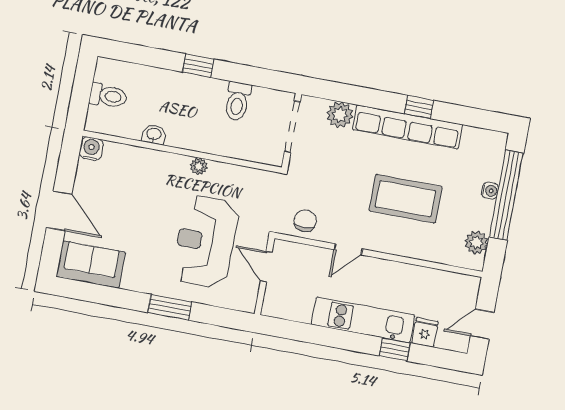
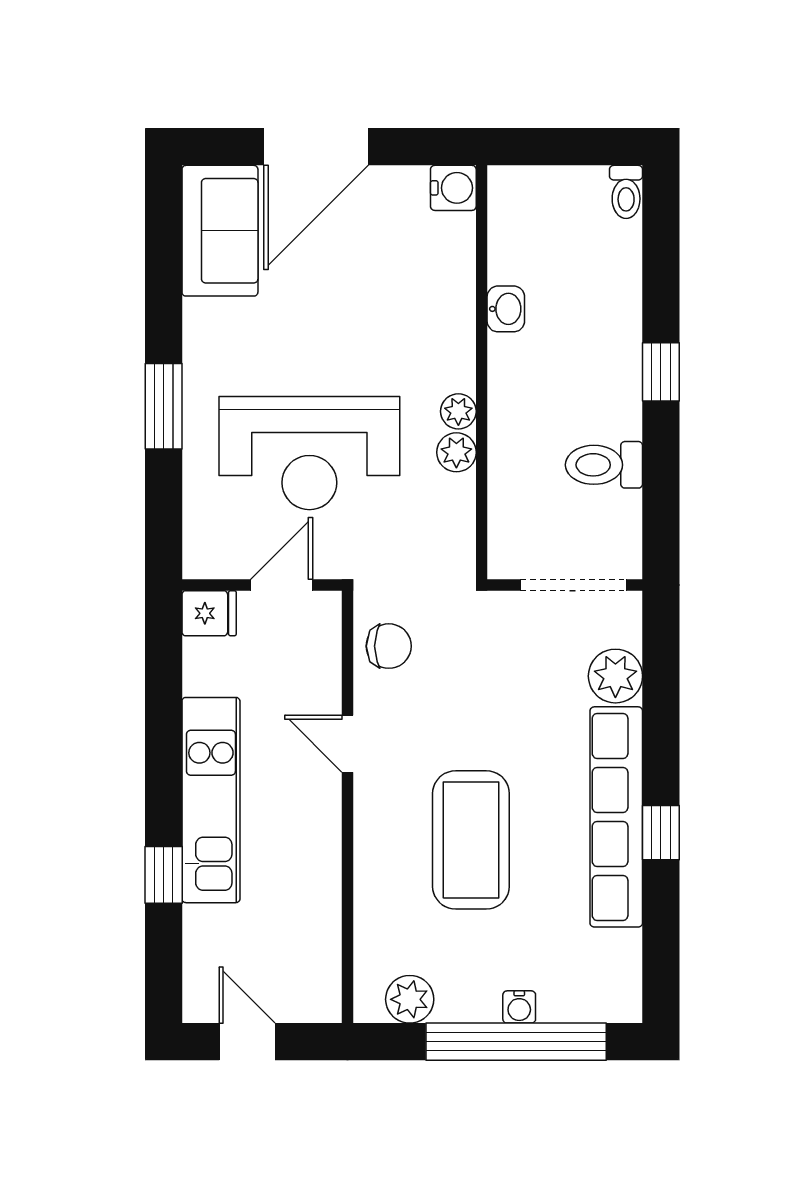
toilet: (108, 96) -> (626, 192), moved, width x0.73, depth x0.72
plant: (218, 171) -> (456, 452), added
door: (59, 211) -> (316, 147), width x1.36
reception desk: (205, 242) -> (309, 453), turned 180
fridge: (425, 332) -> (209, 613), moved

